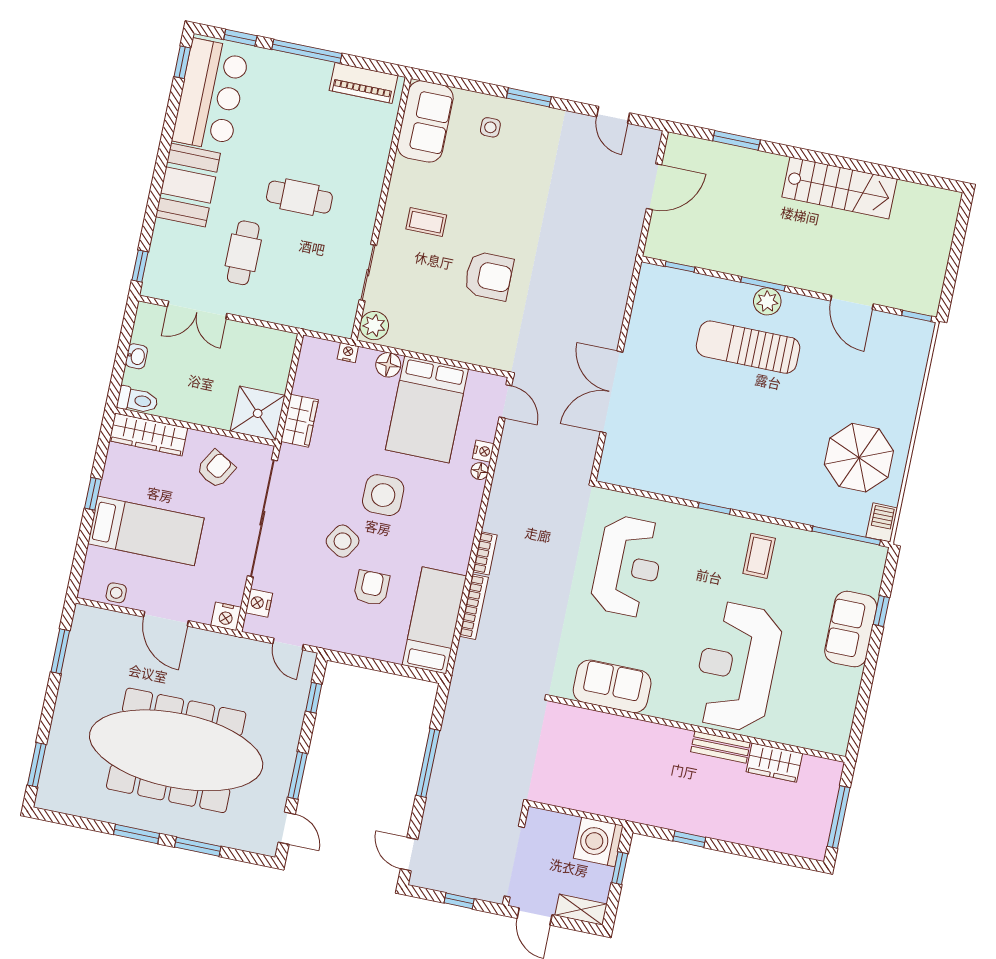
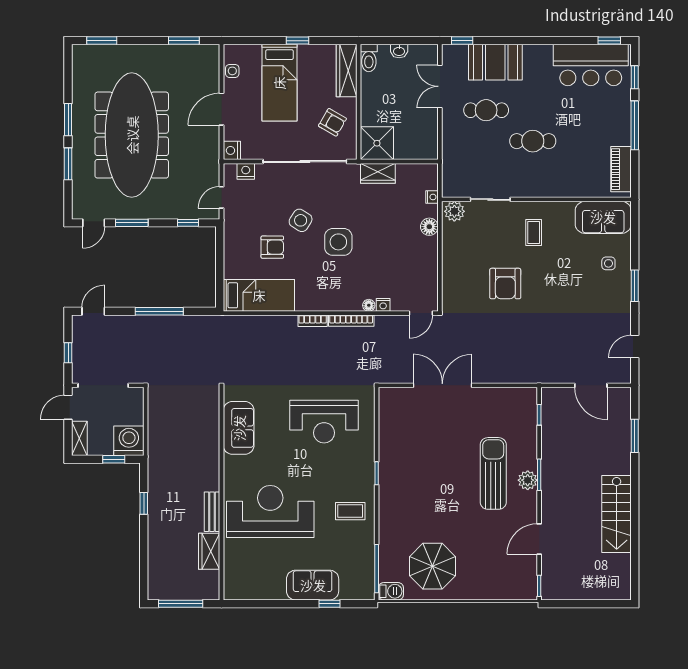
booth: (188, 185) -> (495, 62), moved
cafe table: (299, 197) -> (533, 141), turned 90
bed: (427, 409) -> (404, 260), removed
bookcase: (474, 607) -> (351, 321), moved

